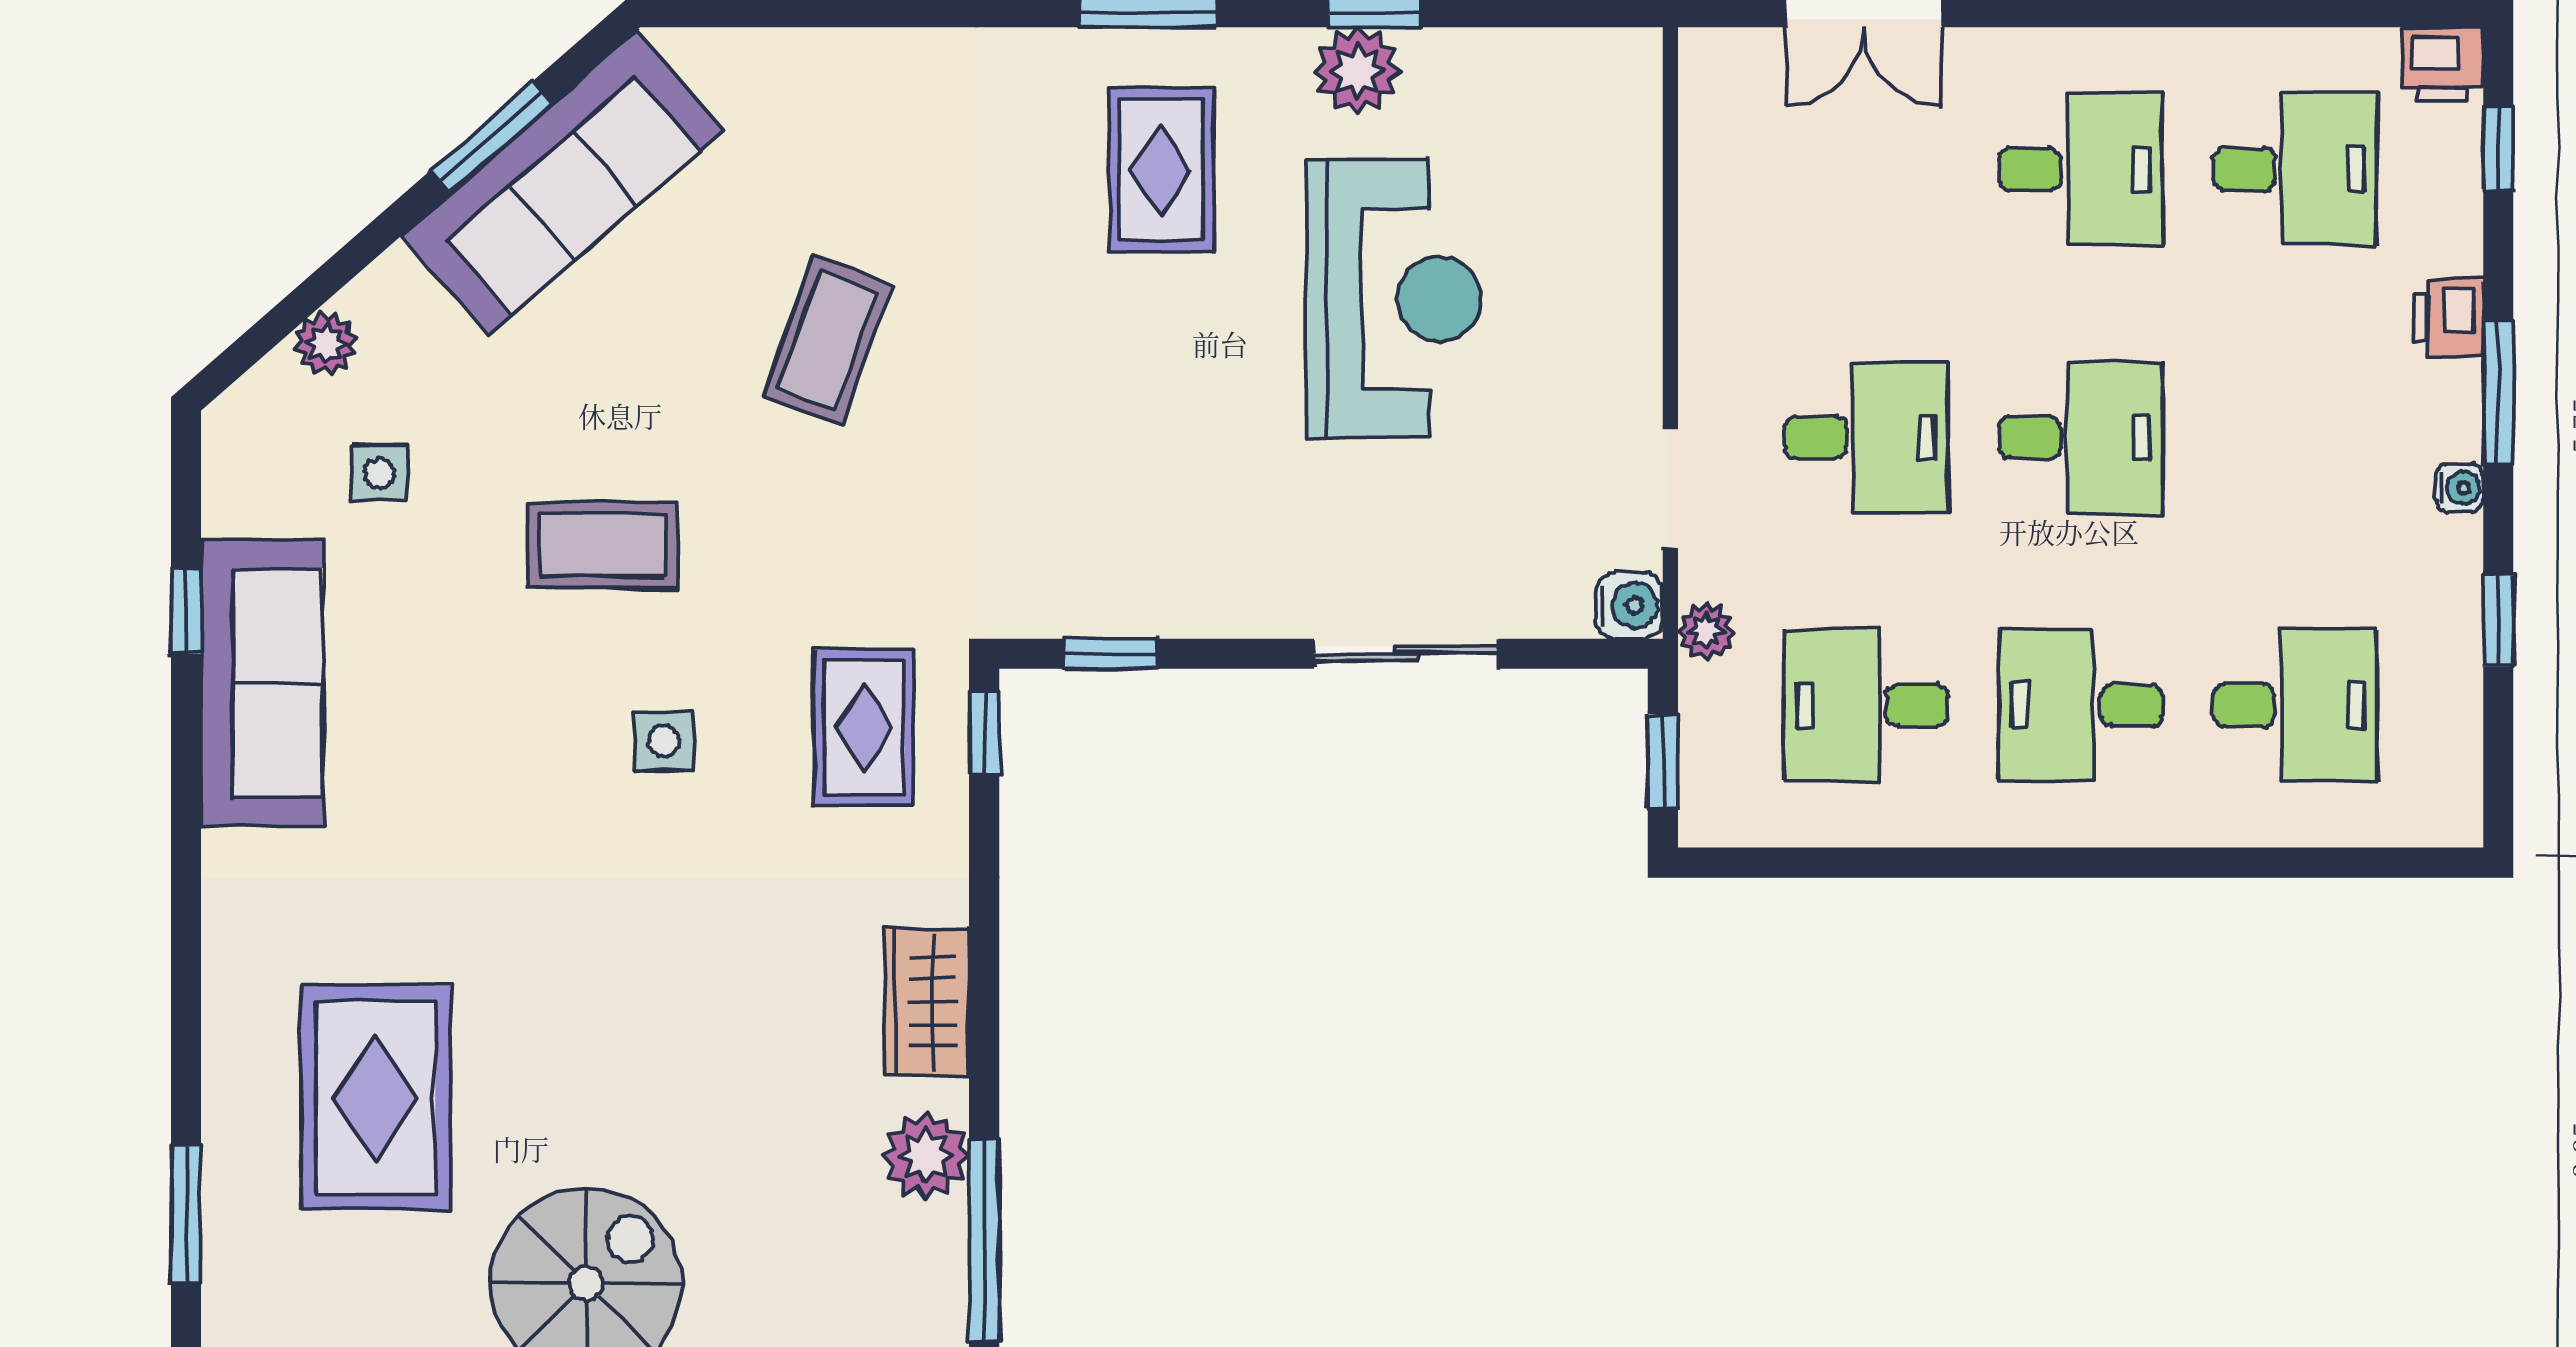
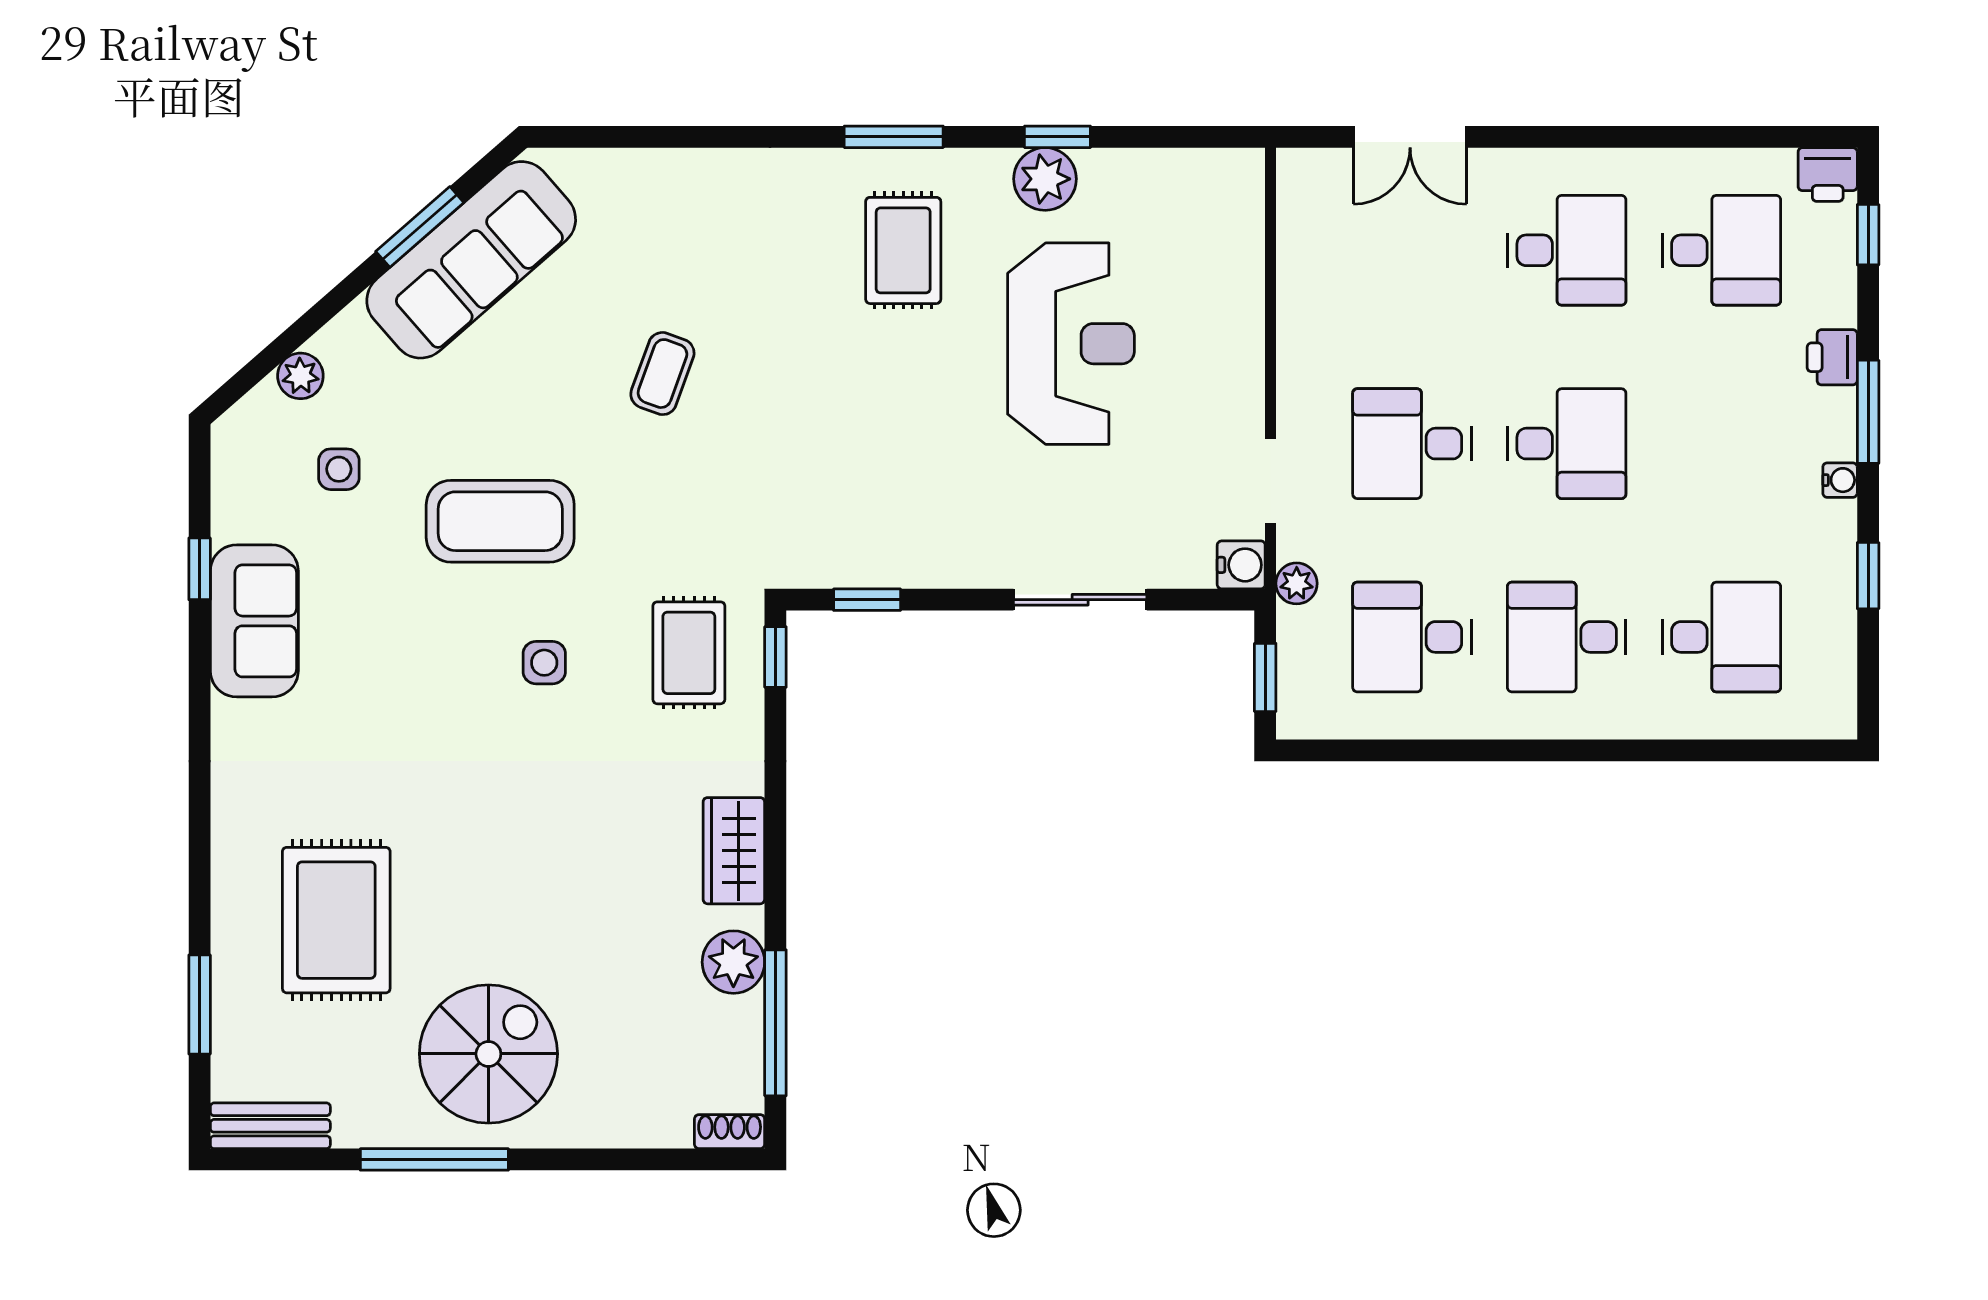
coffee table: (828, 340) -> (662, 374), width x0.73, depth x0.77
desk: (1866, 437) -> (1412, 444), turned 180
coffee table: (603, 545) -> (500, 521), width x1.36, depth x1.32
sofa: (262, 683) -> (254, 621), width x0.73

